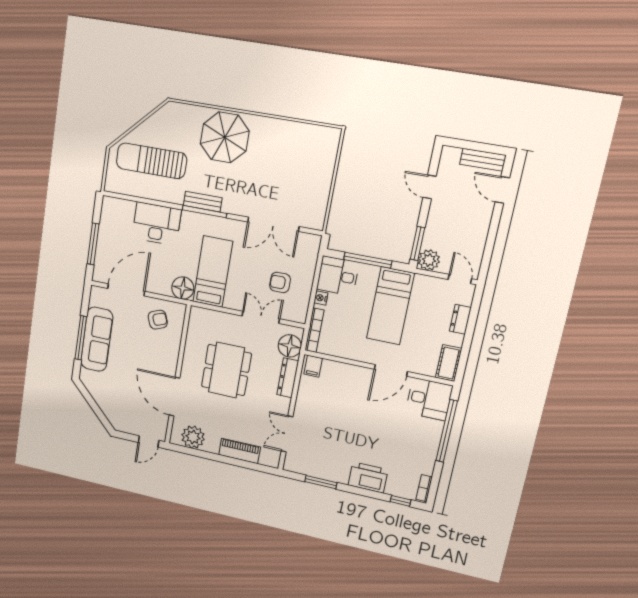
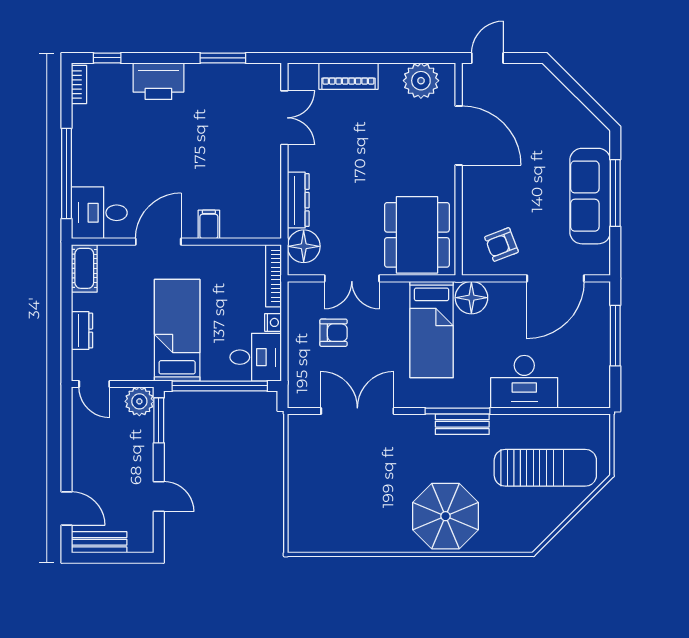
window: (368, 260) -> (220, 386), width x1.46
filing cabinet: (313, 366) -> (209, 224), moved
dining table: (226, 370) -> (417, 235), moved

